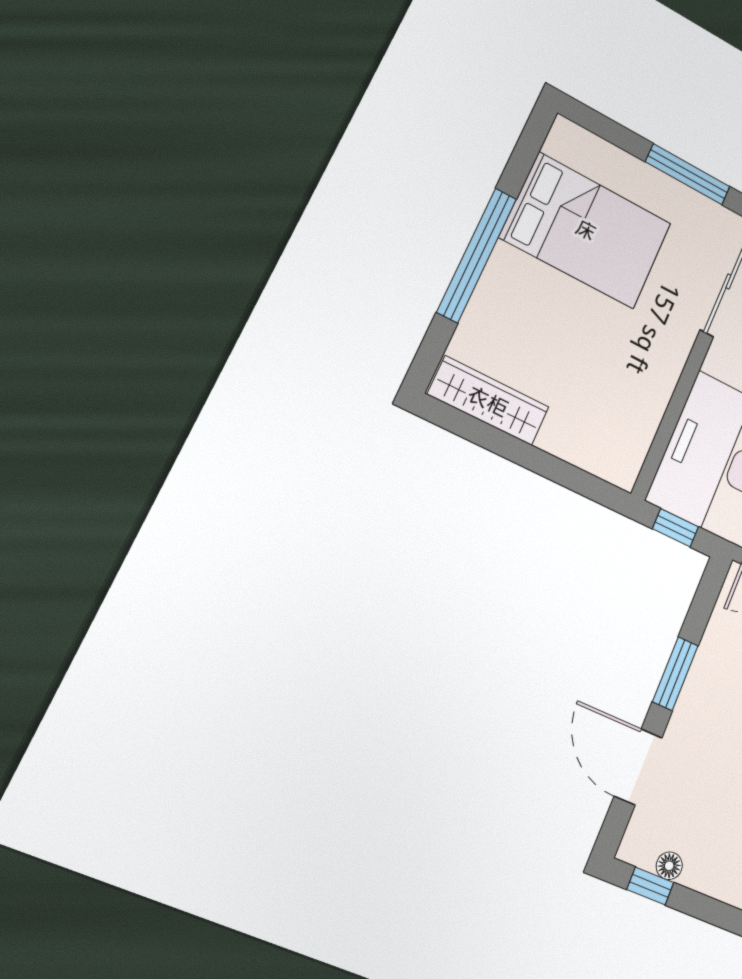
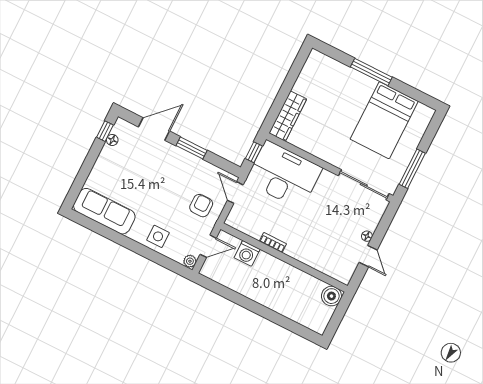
window: (477, 255) -> (371, 72), width x0.68
wardrobe: (488, 401) -> (288, 116), moved

